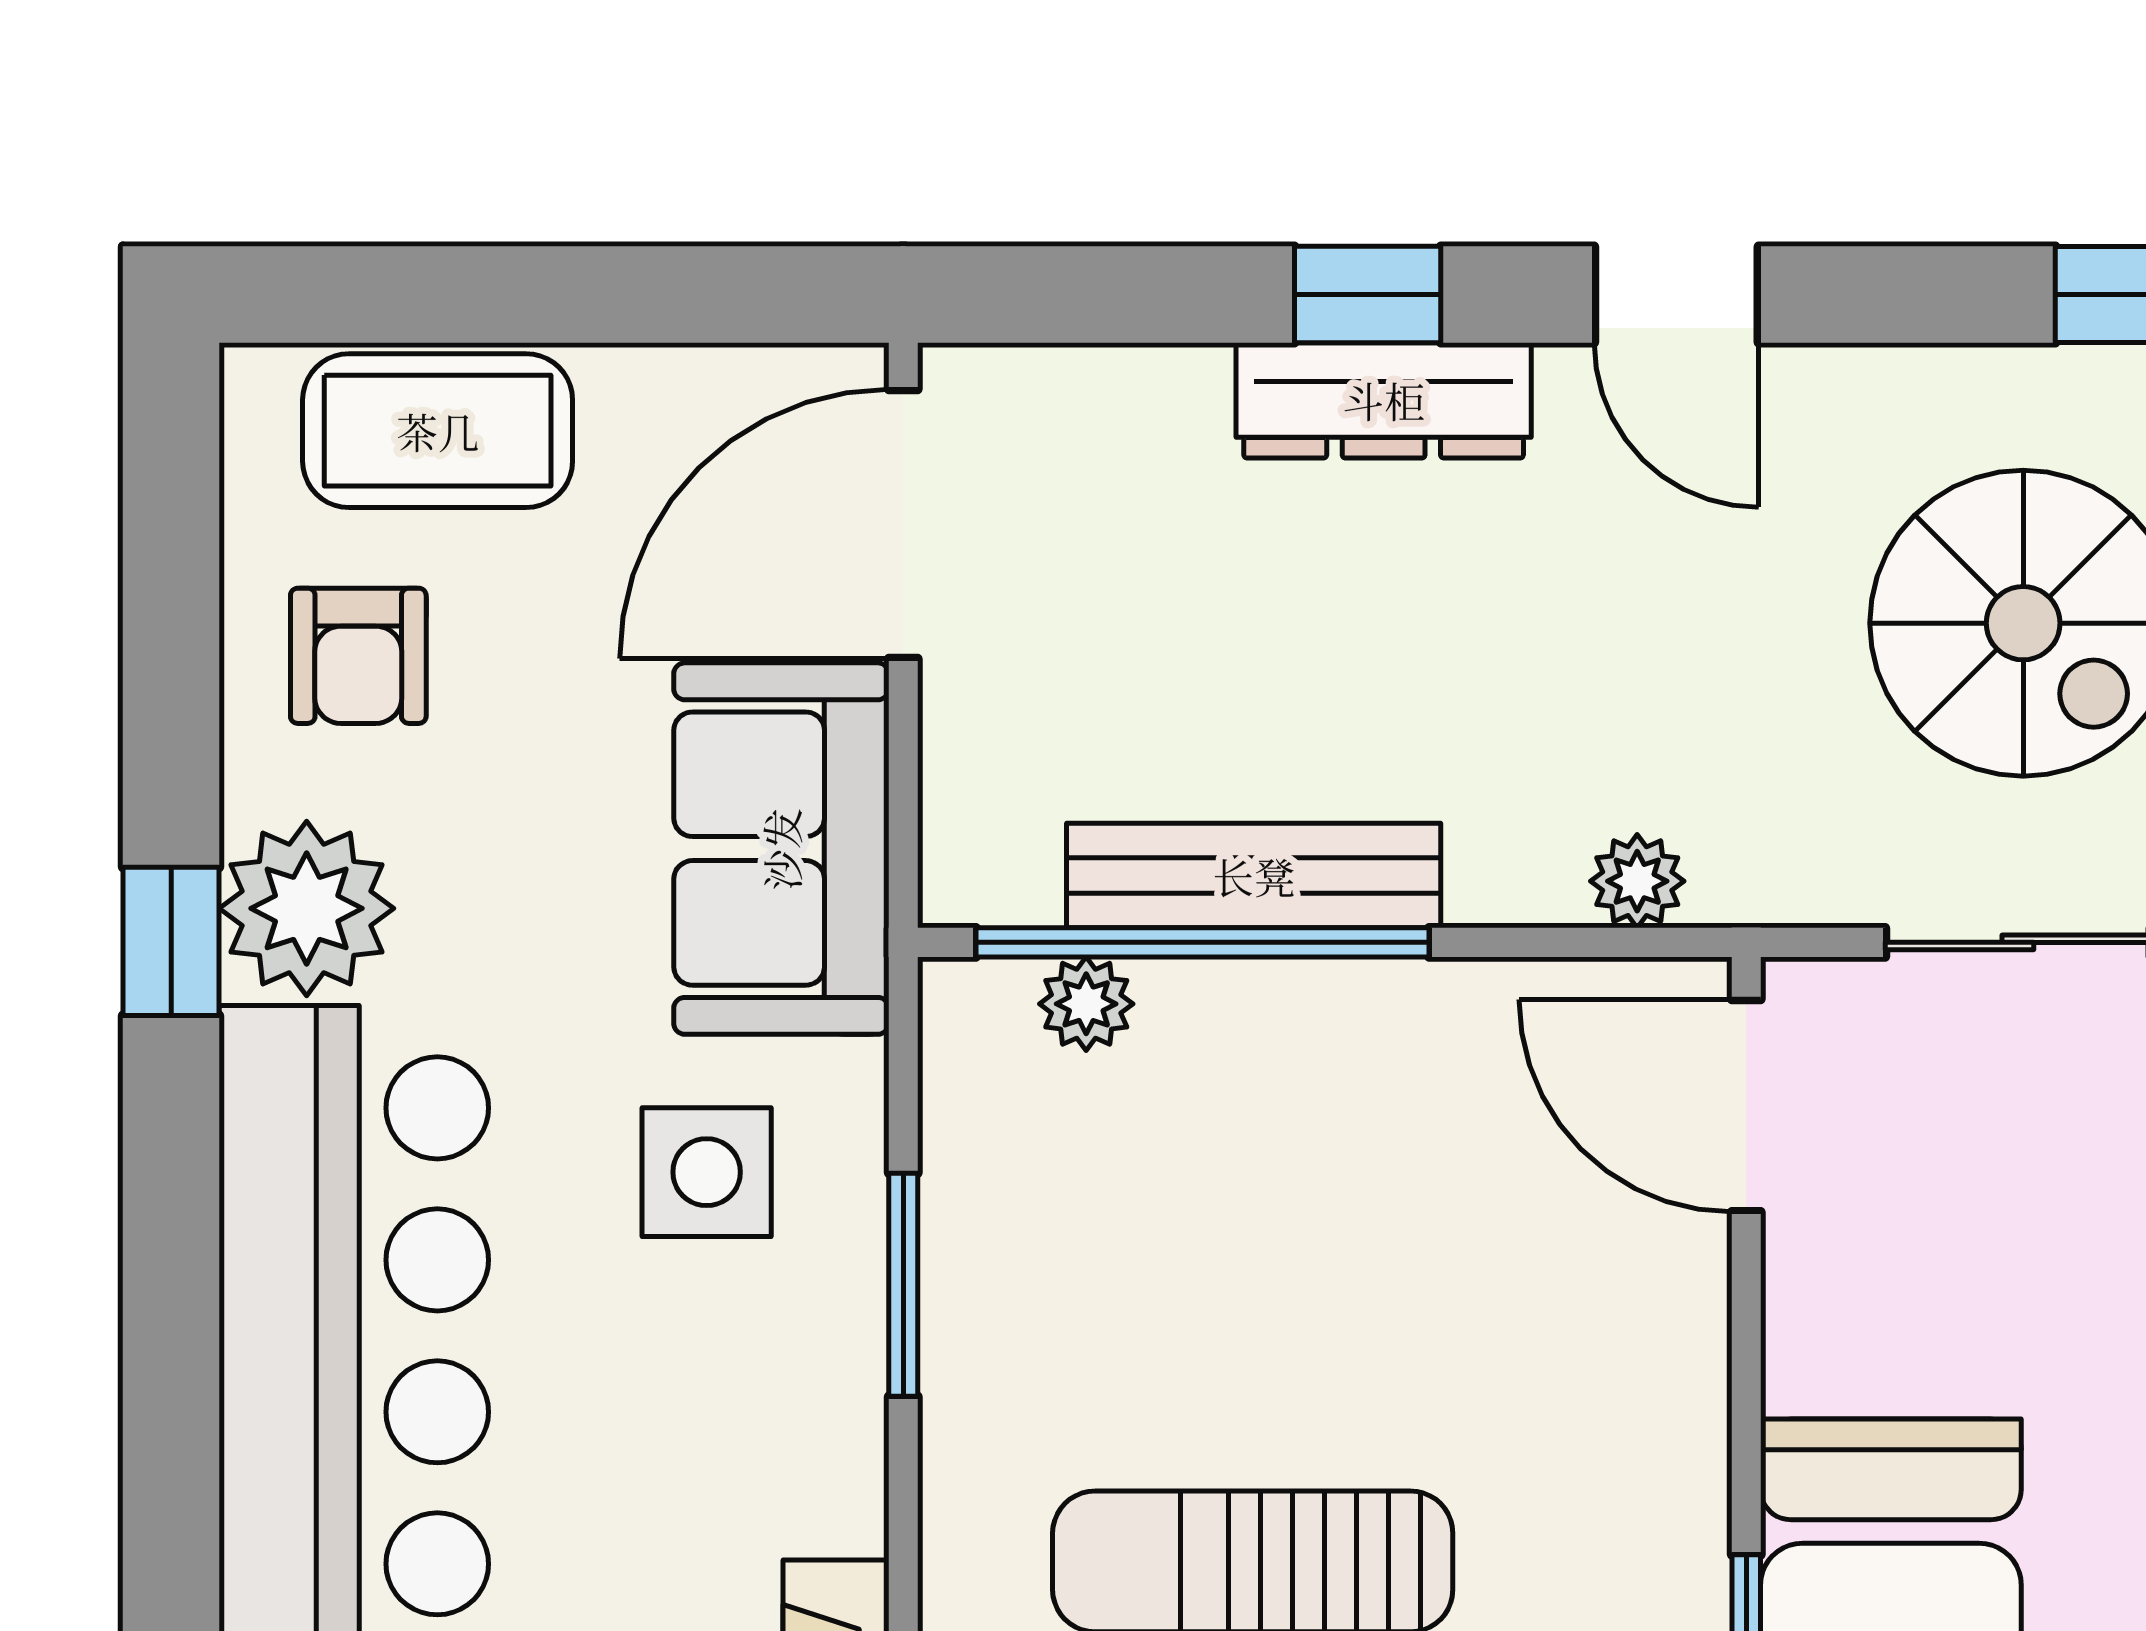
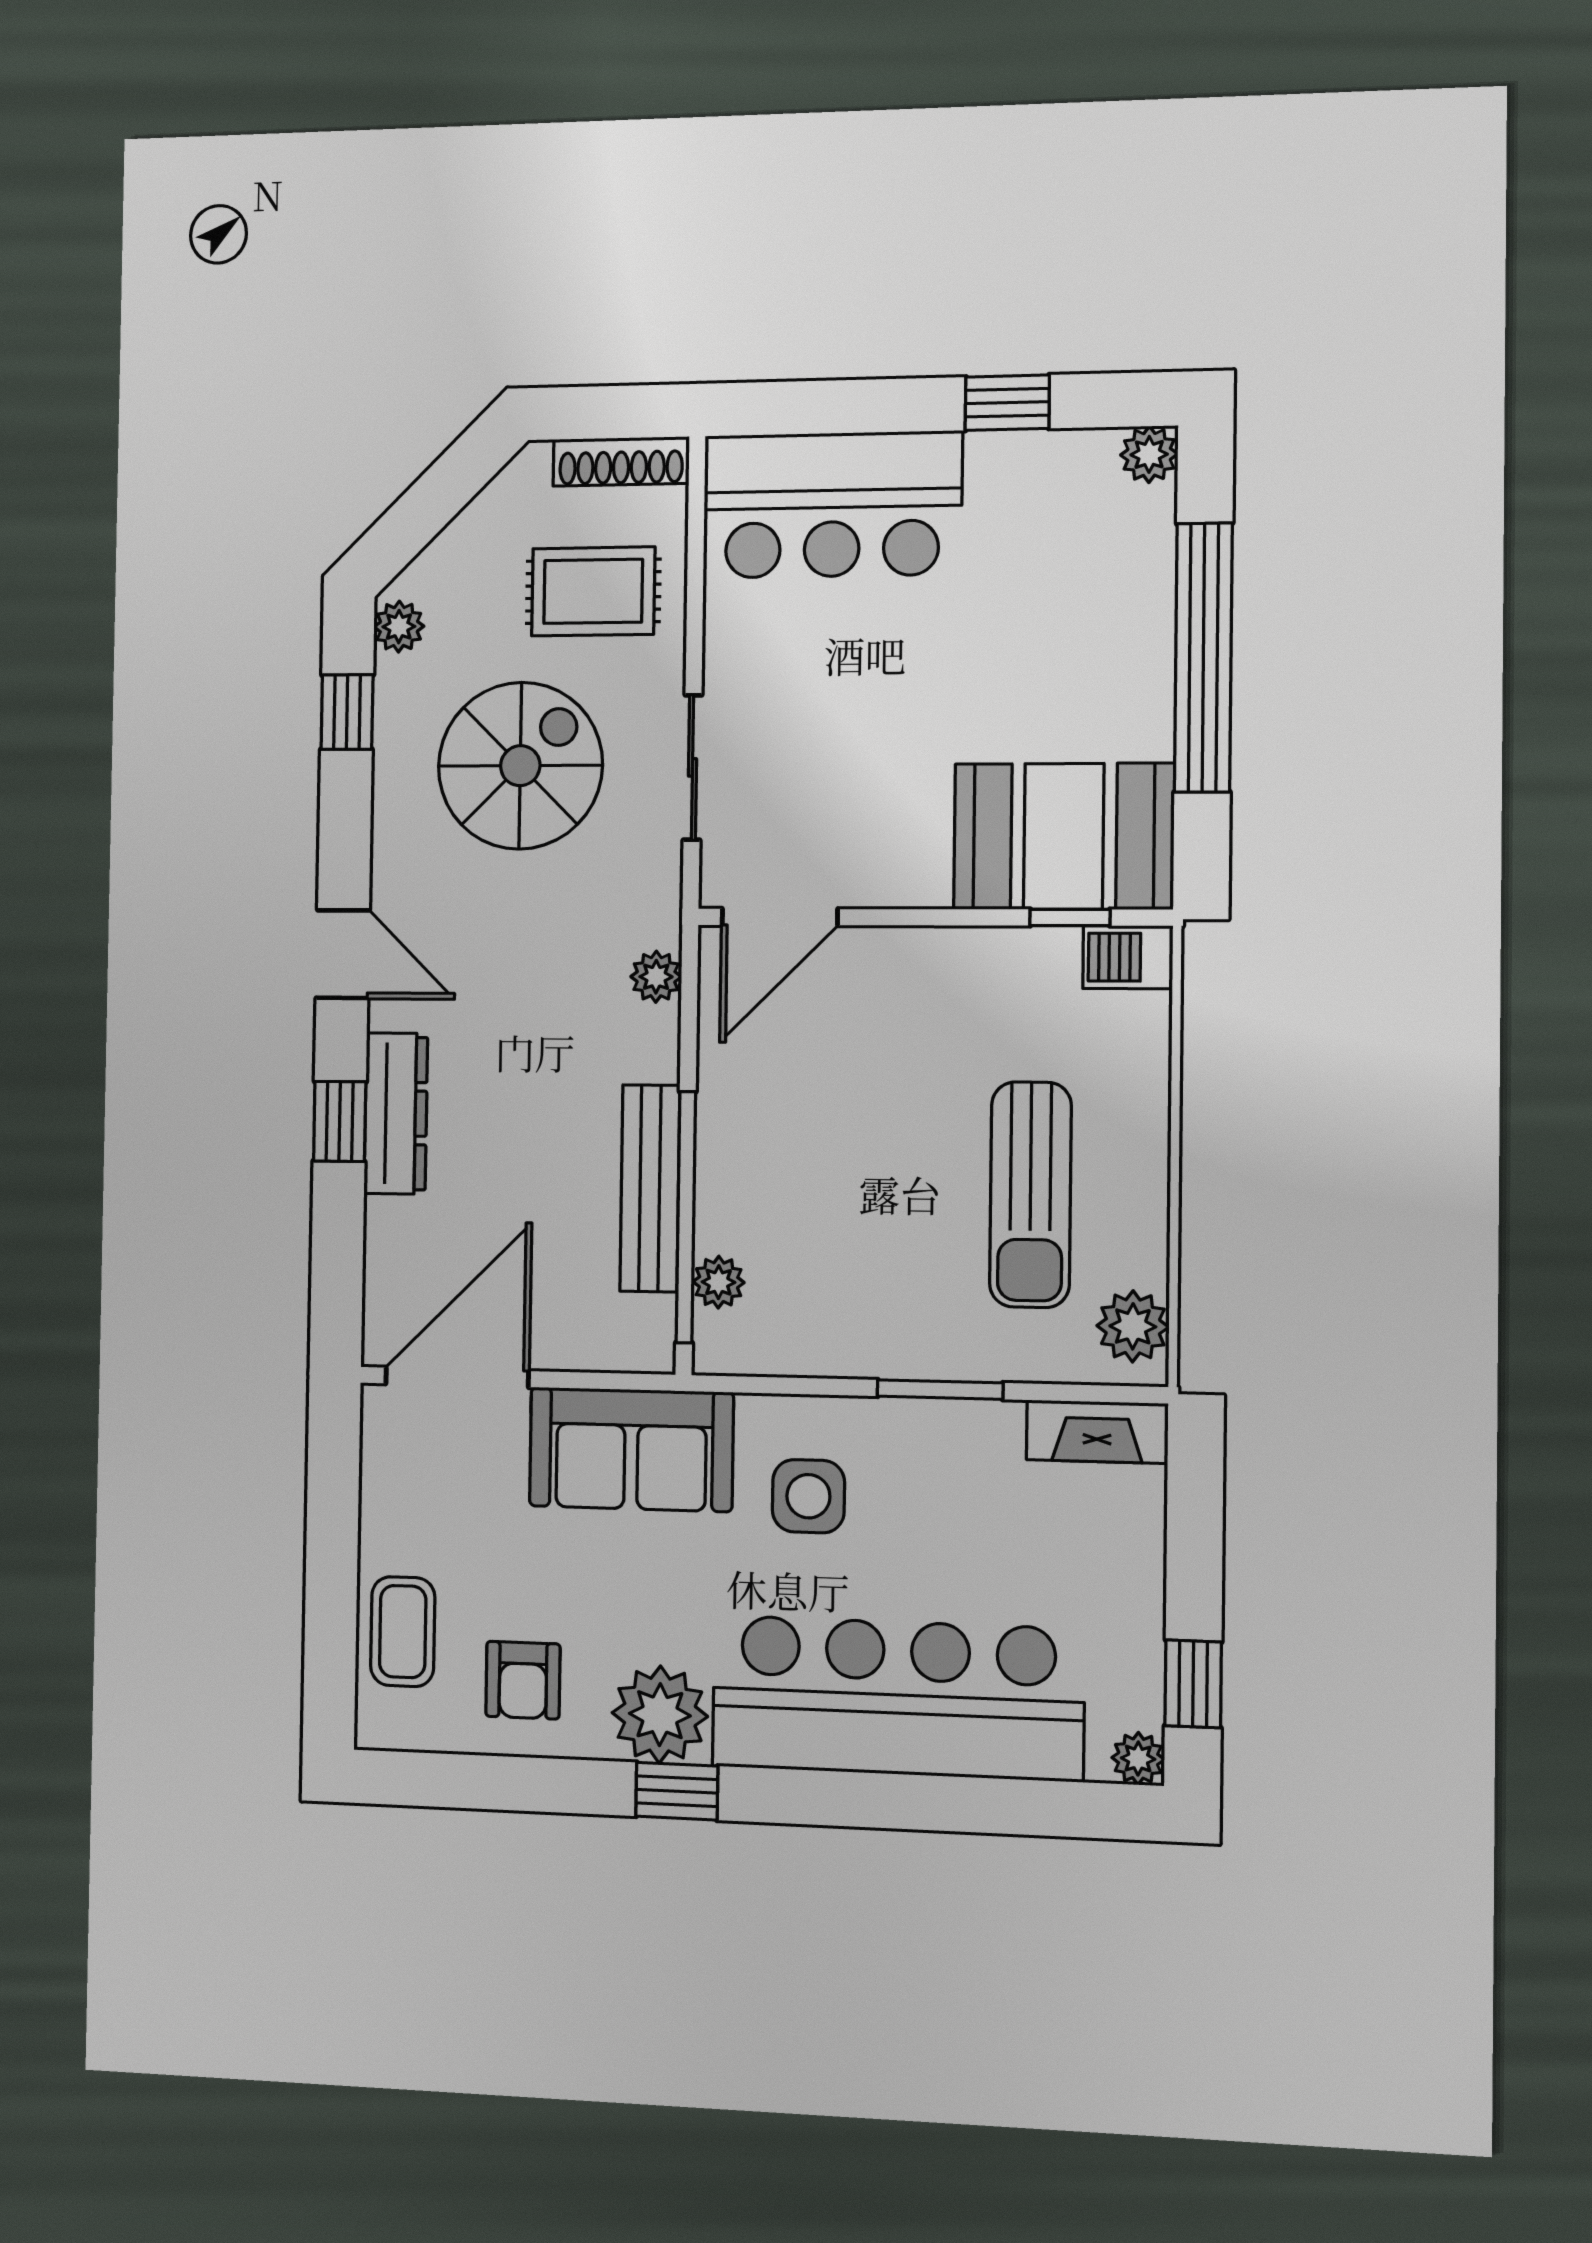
door: (1676, 294) -> (343, 954), hinge flipped
coffee table: (438, 431) -> (403, 1632), width x0.73, depth x0.77
door: (903, 524) -> (457, 1377), swing flipped
armchair: (358, 656) -> (523, 1680), turned 90
window: (903, 1285) -> (940, 1390), moved

